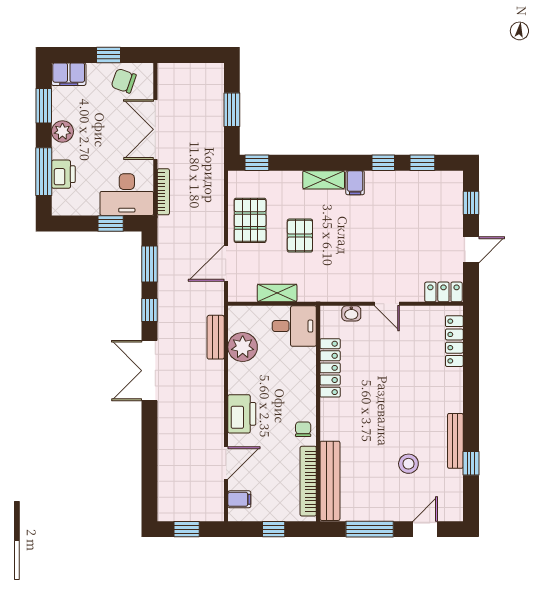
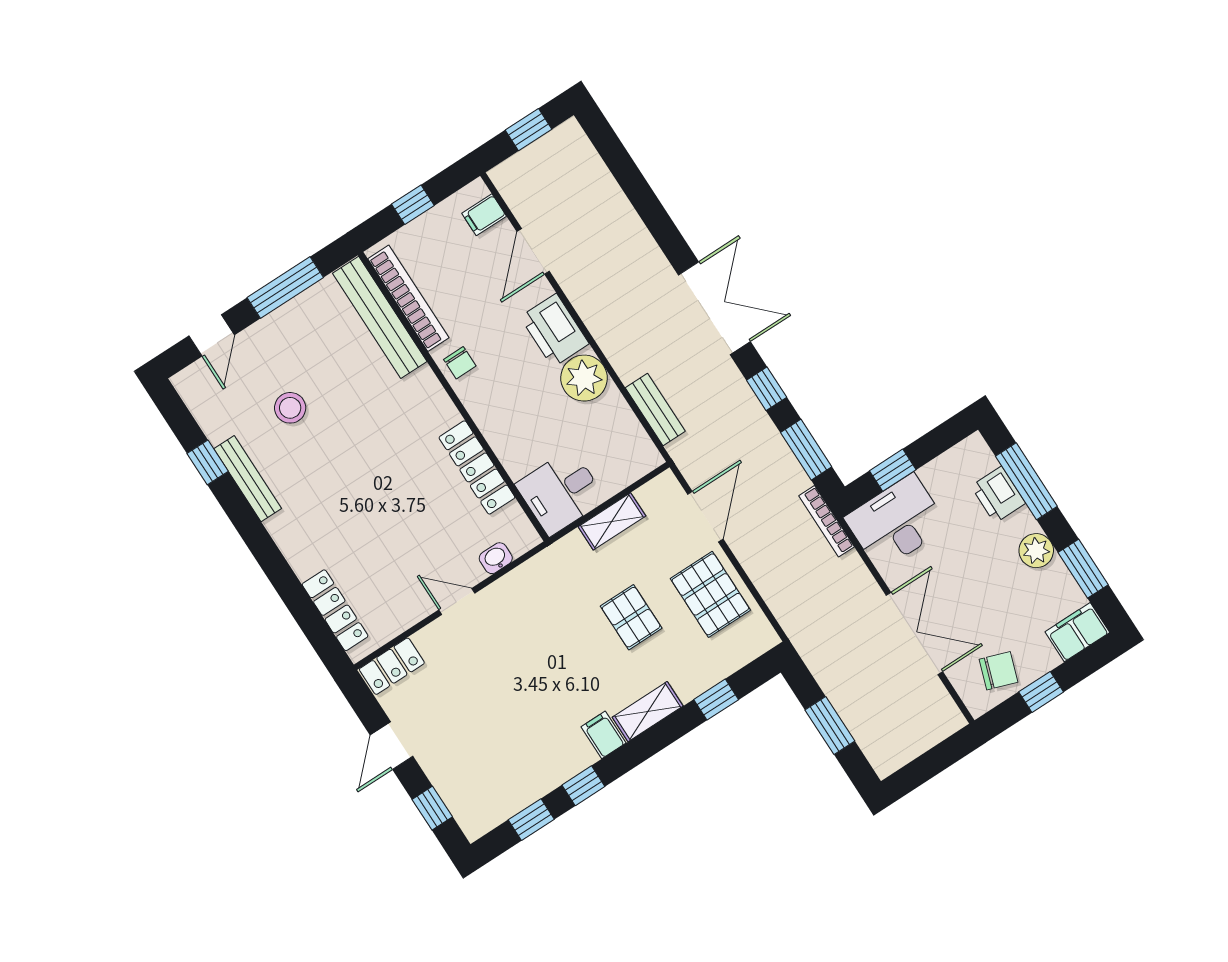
window: (257, 163) -> (716, 700), moved
bookcase: (163, 192) -> (827, 521), moved
plant: (243, 347) -> (584, 378), moved

